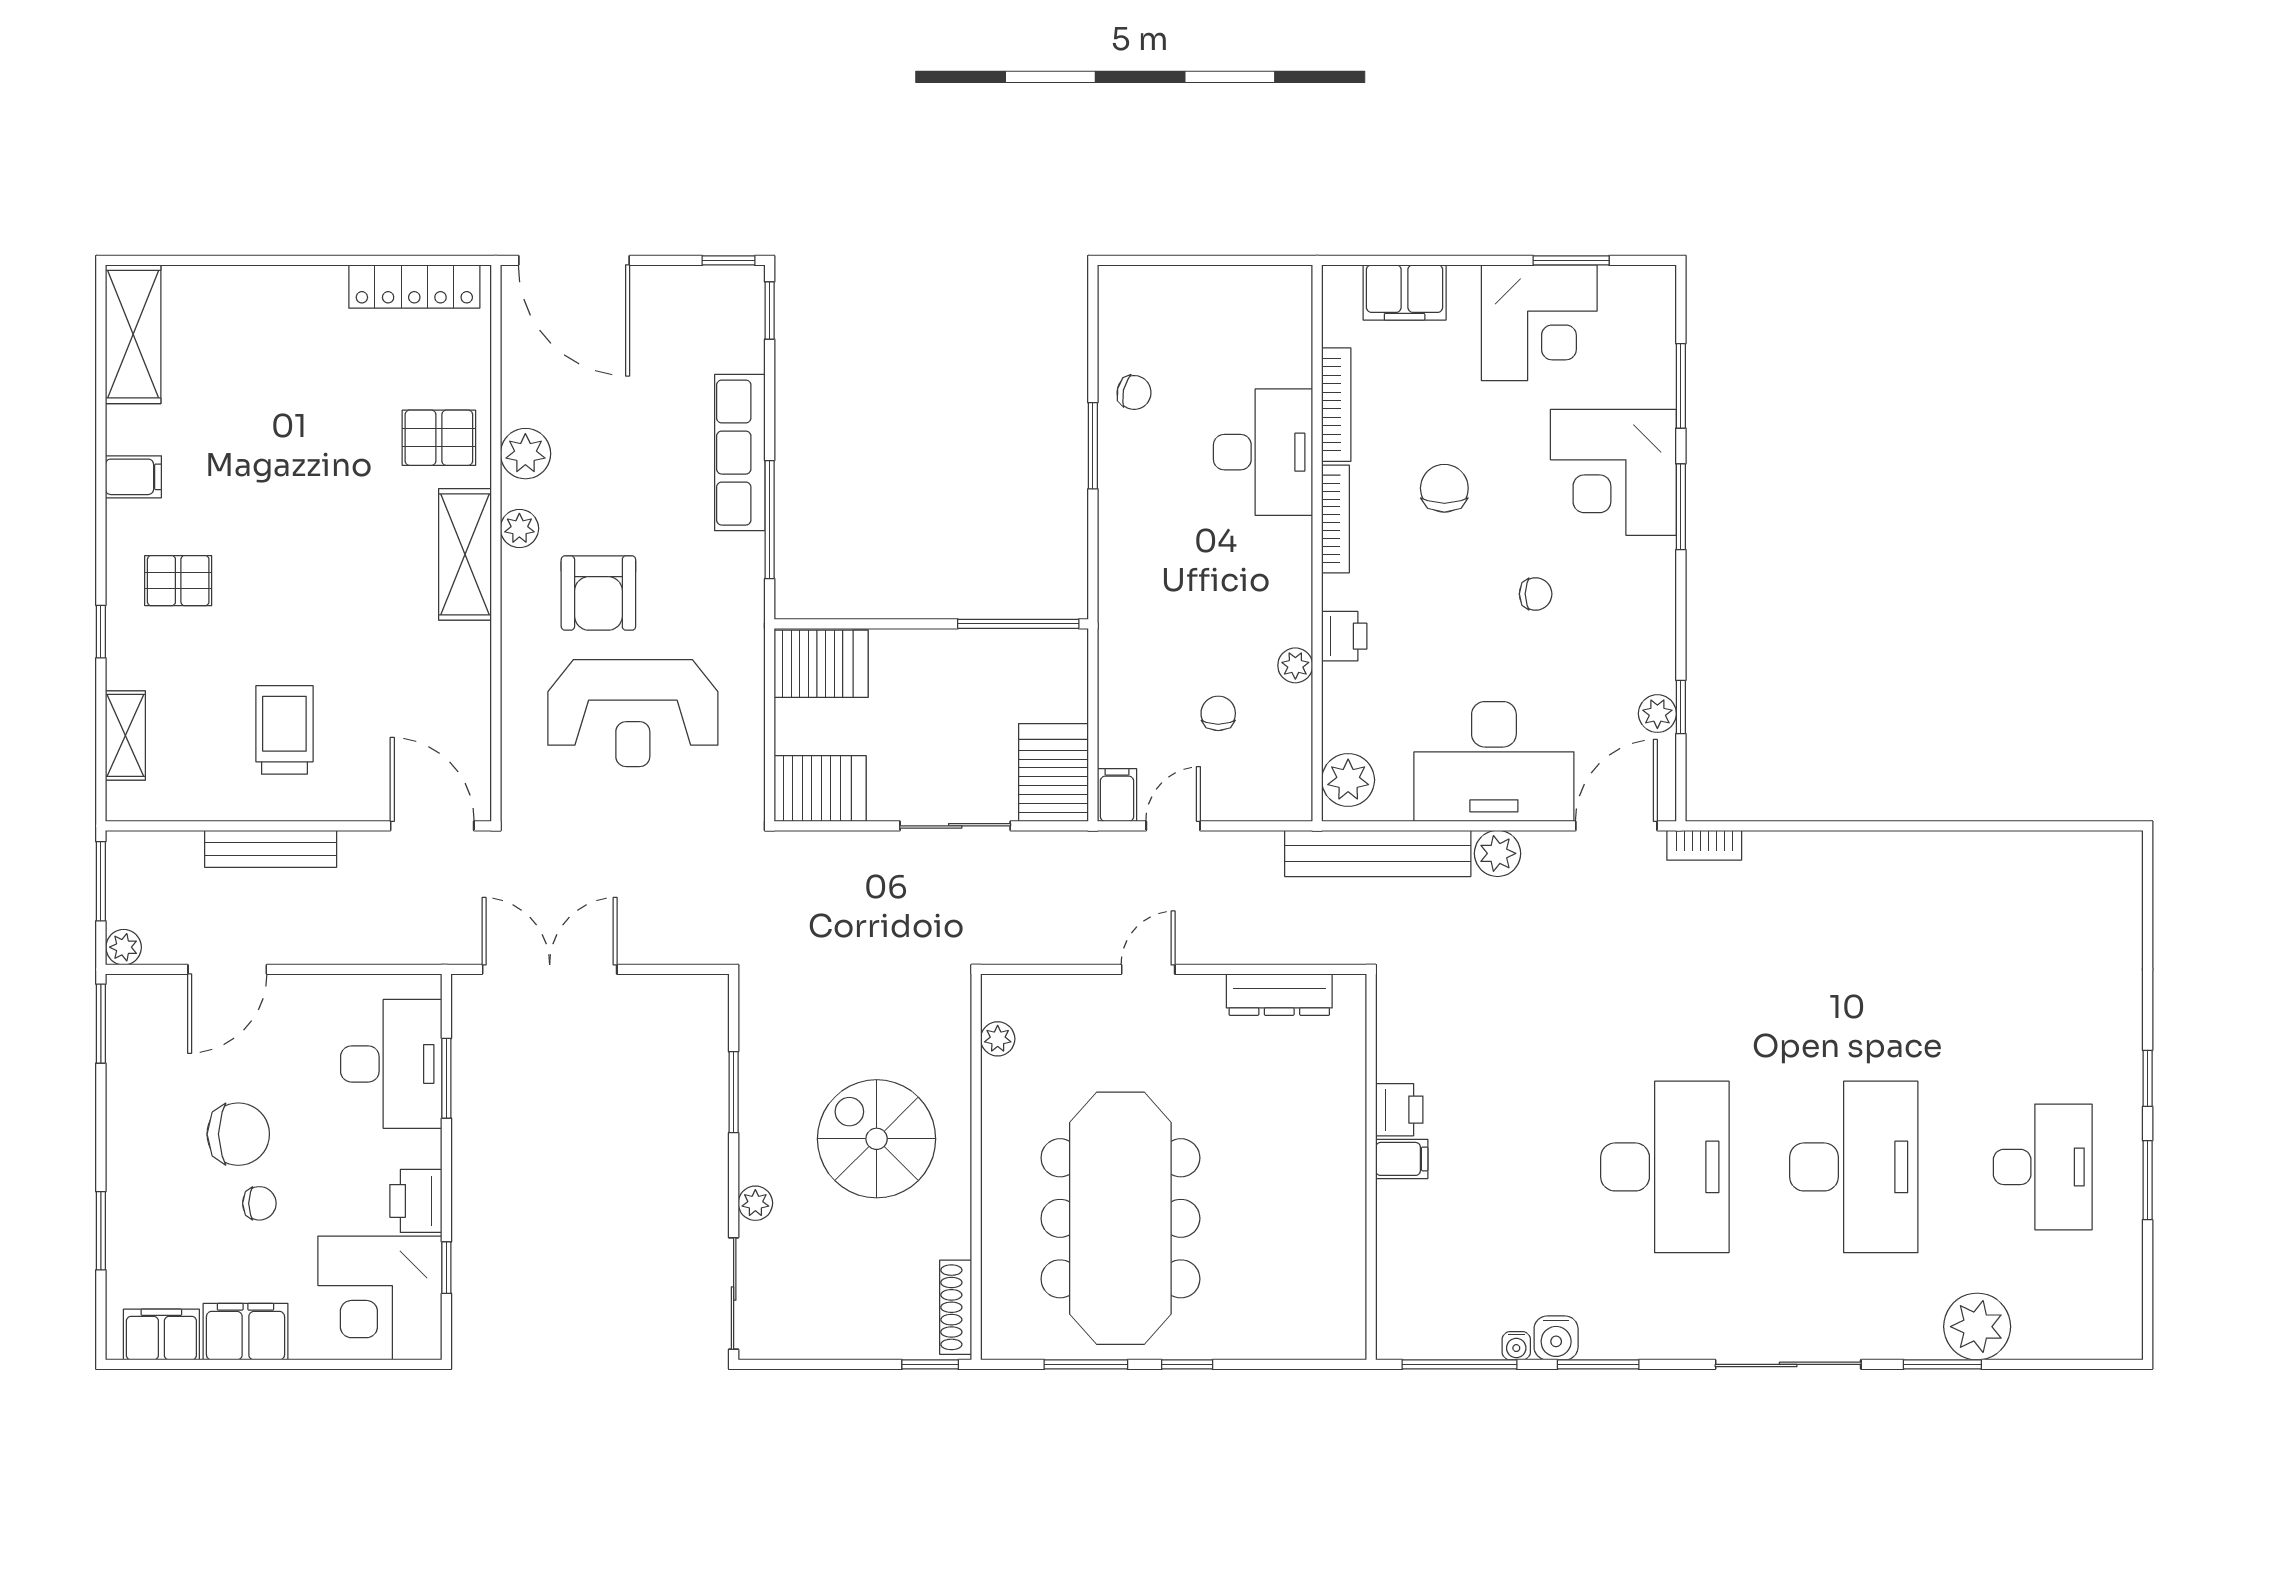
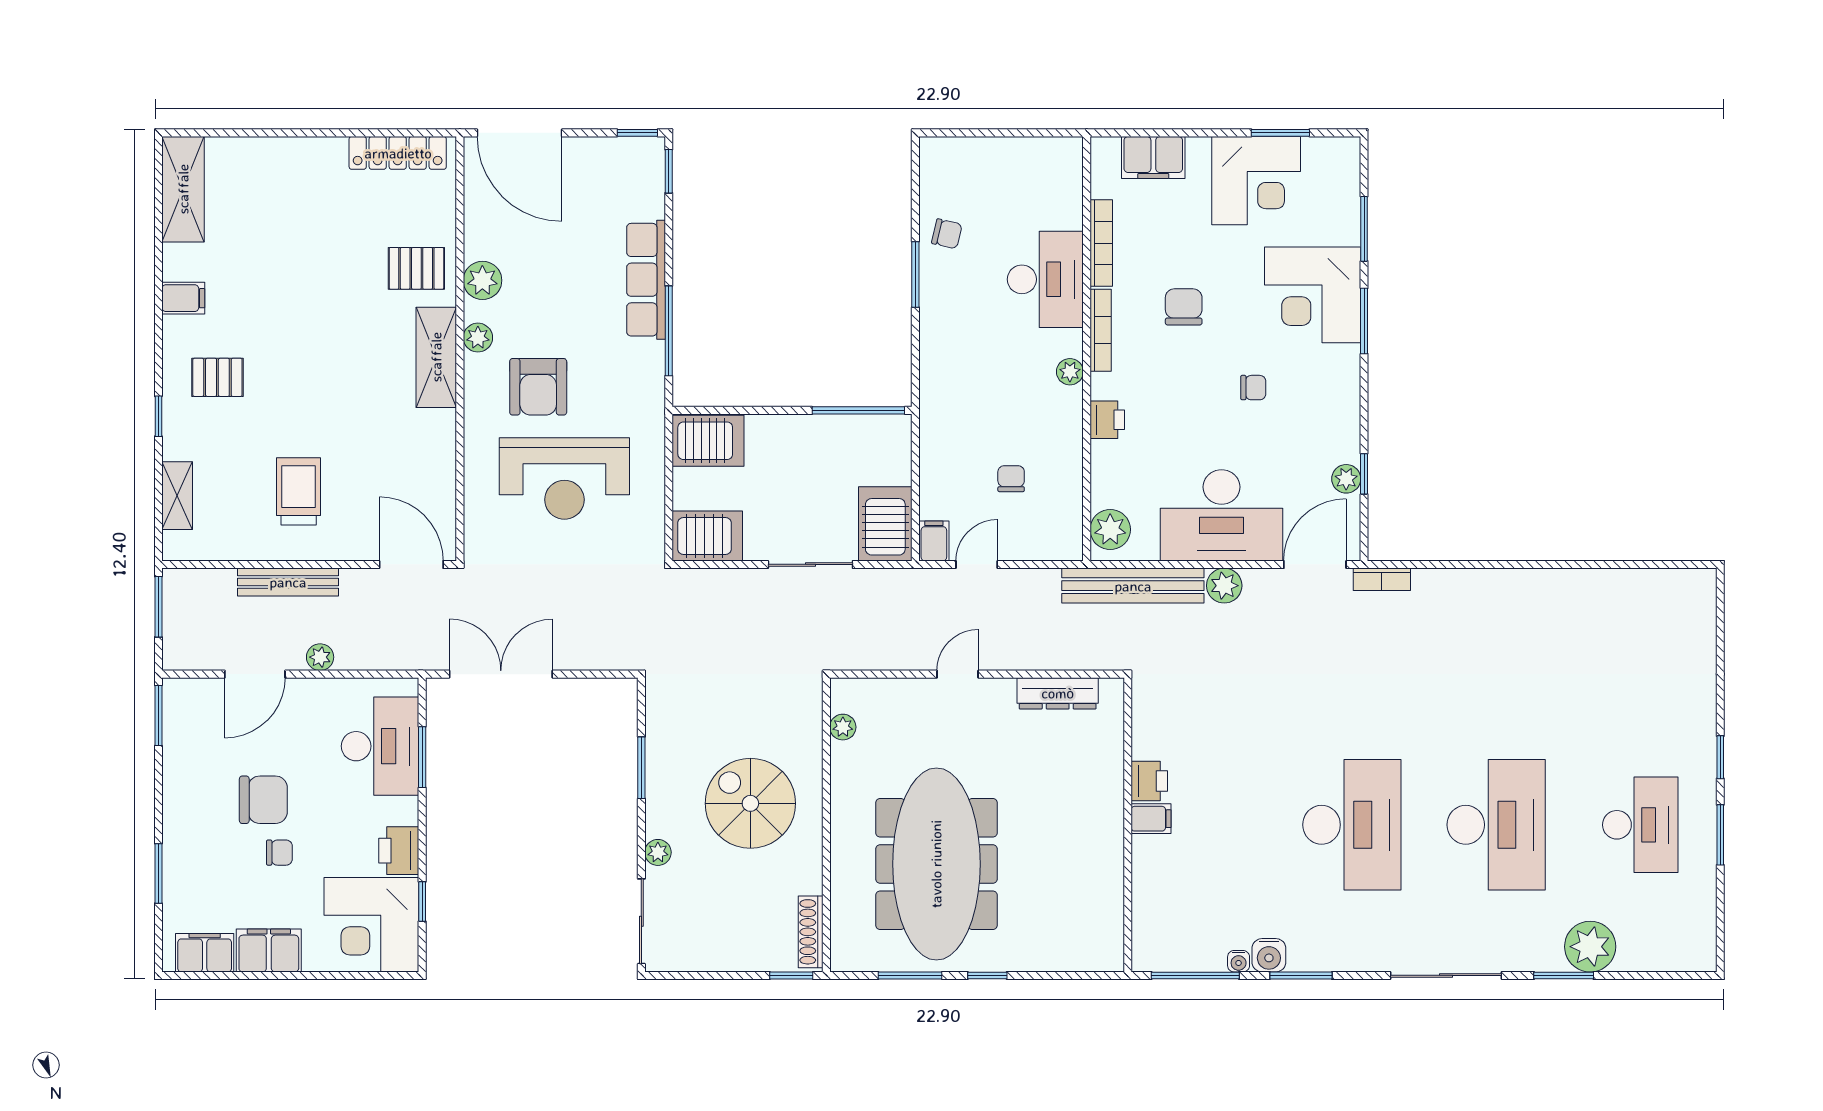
plant: (1295, 665) -> (1070, 372), moved
plant: (124, 947) -> (320, 657), moved

